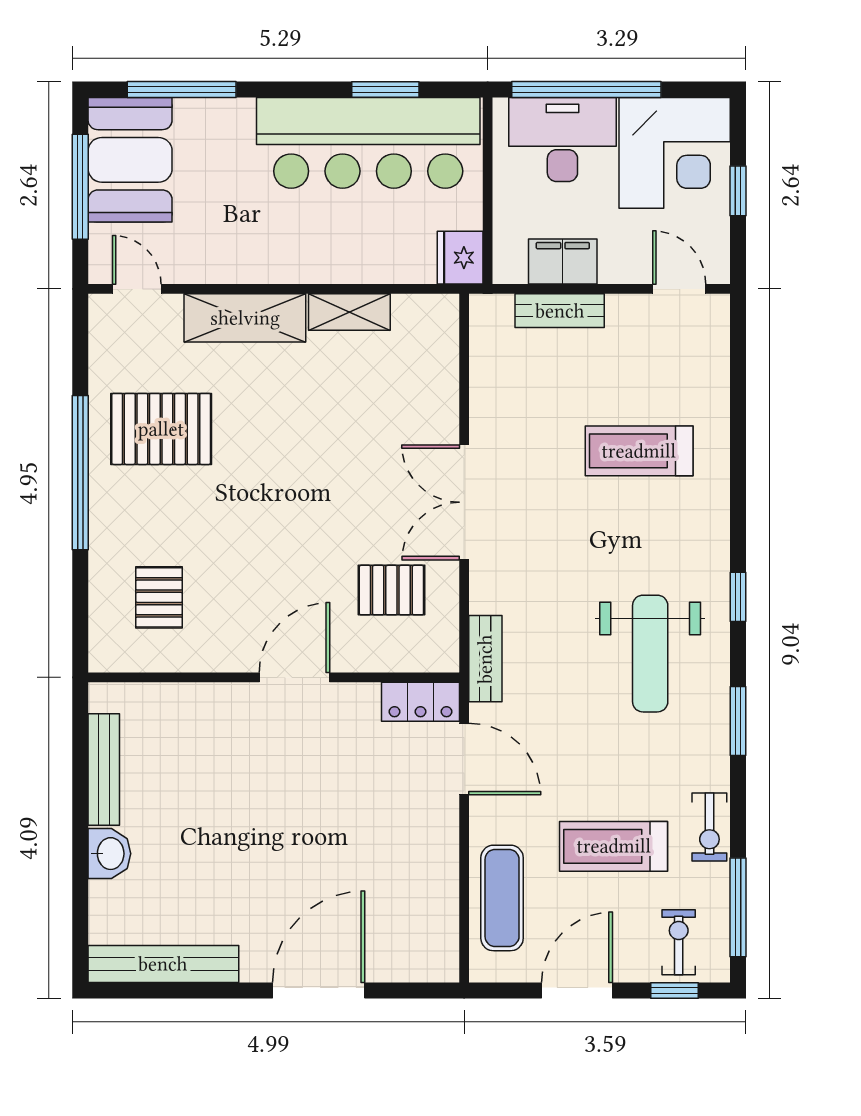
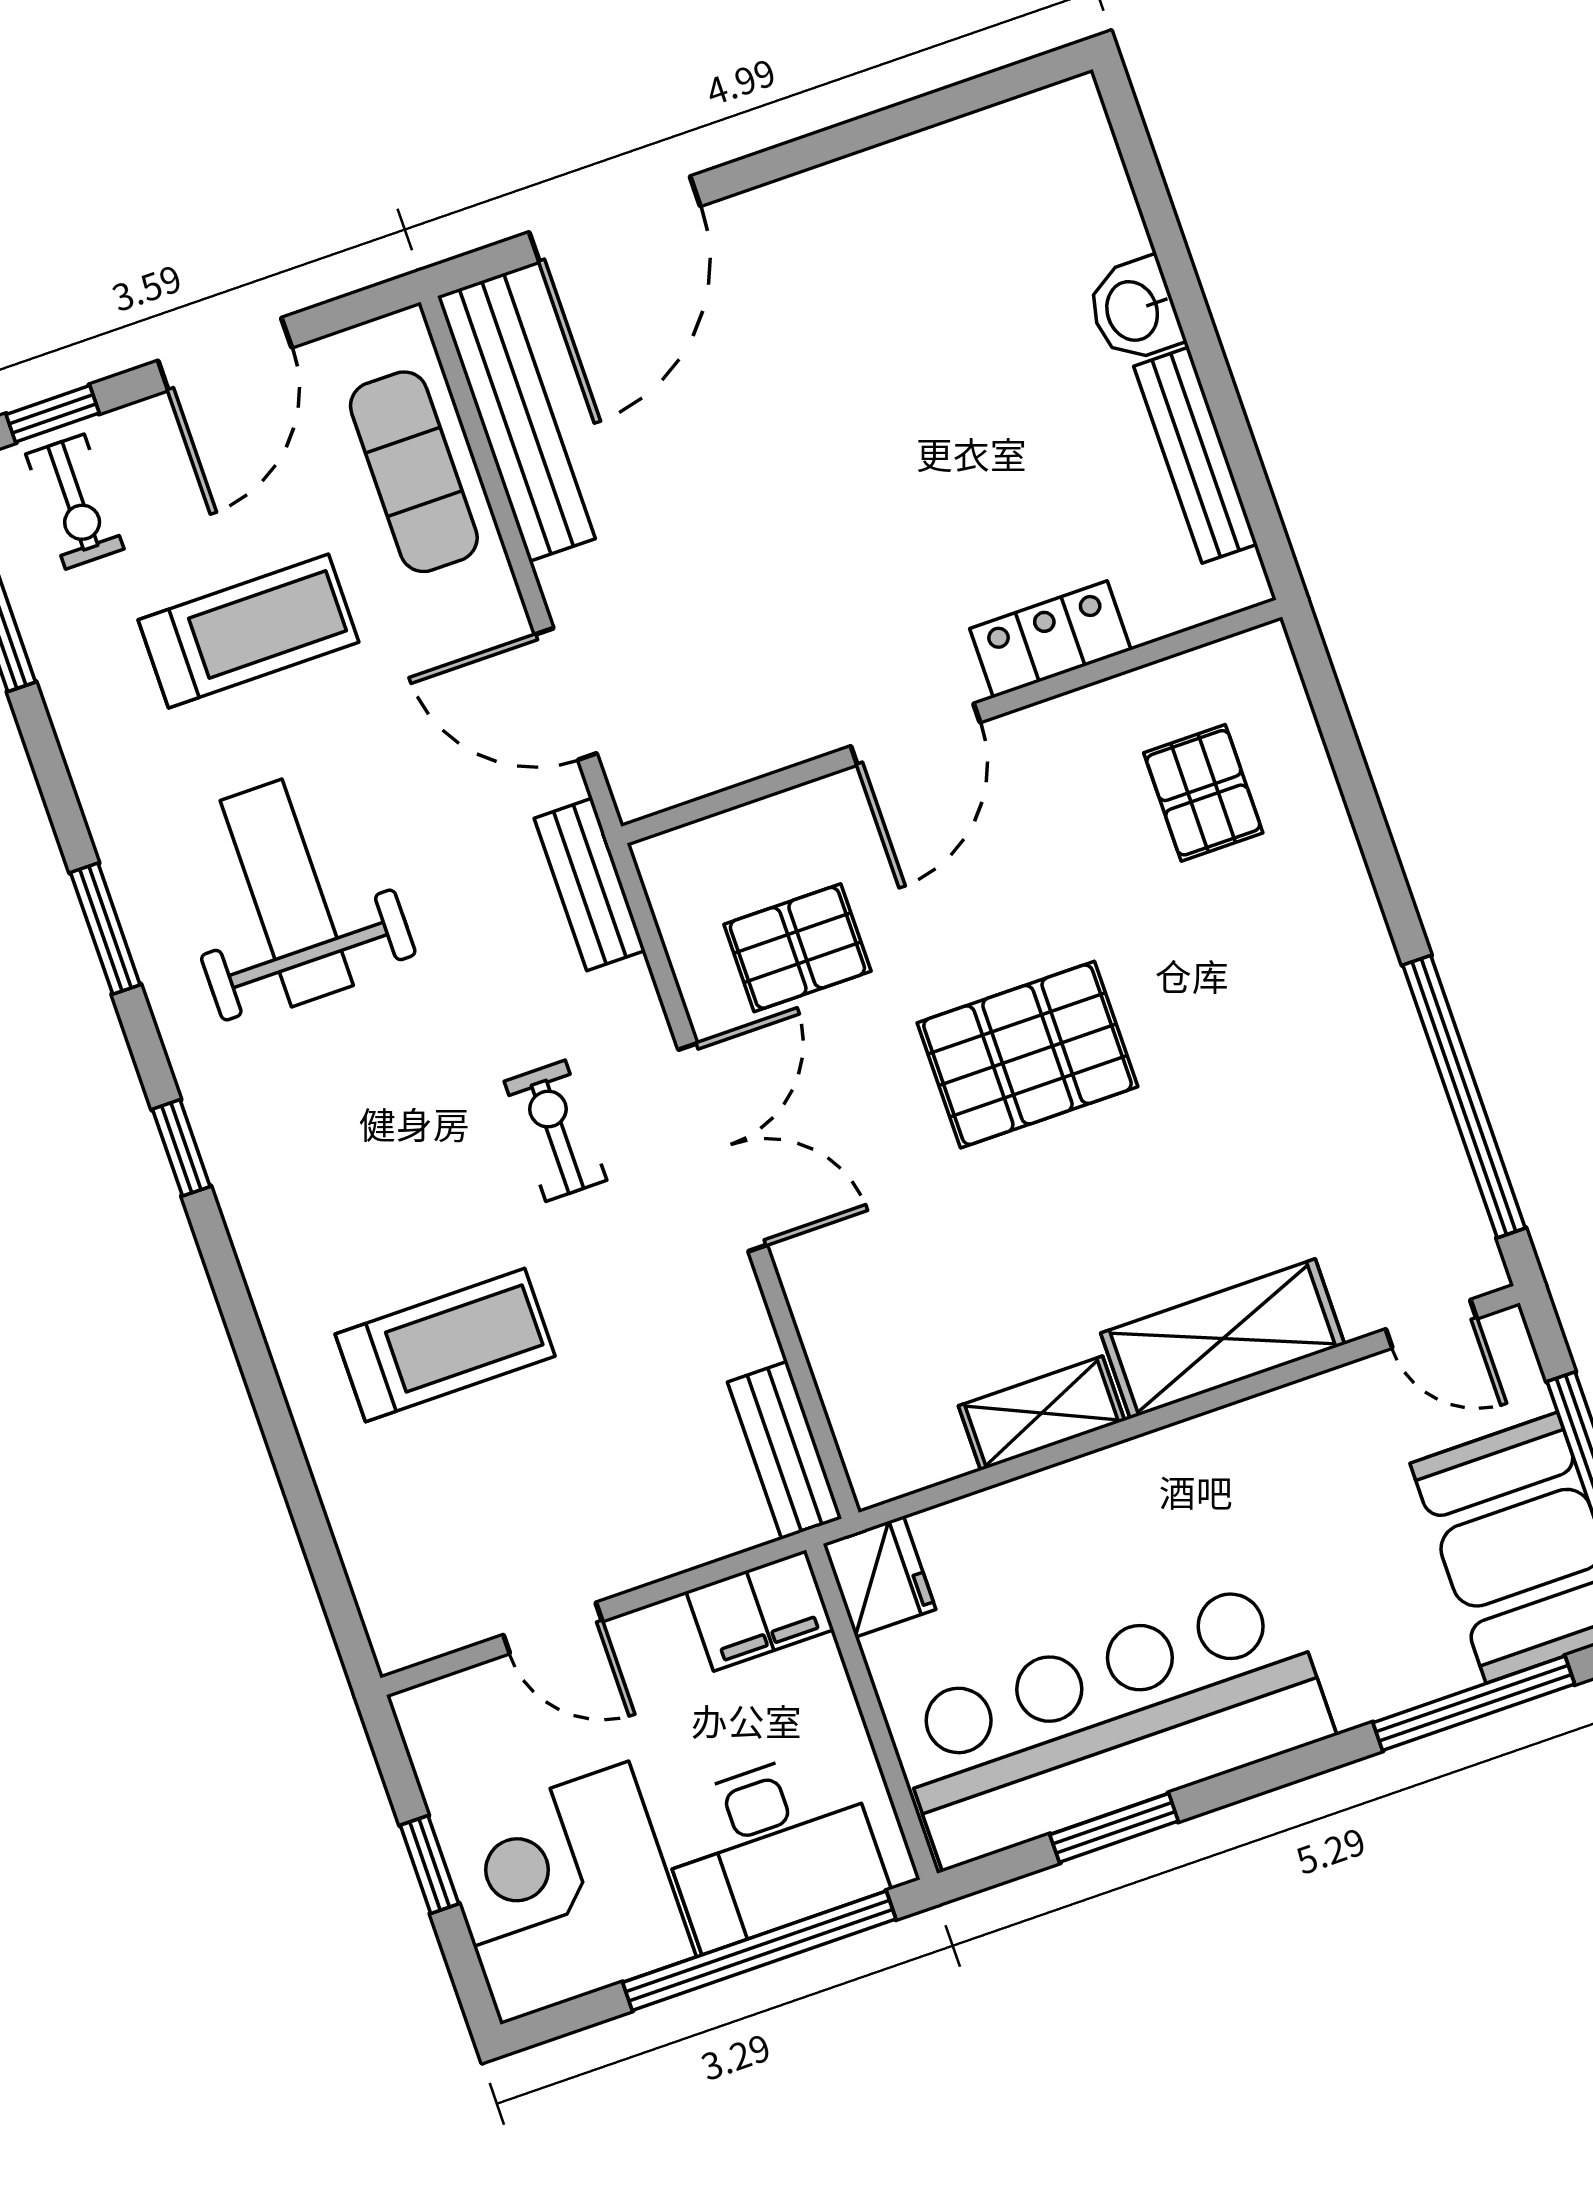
filing cabinet: (563, 261) -> (760, 1611), moved
door: (679, 289) -> (553, 1628), moved
bench: (560, 311) -> (785, 1450), moved, turned 90
pallet: (161, 429) -> (1027, 1055), moved
window: (80, 473) -> (1464, 1097), moved
weight bench: (650, 654) -> (287, 893), moved
locker: (420, 702) -> (1050, 639), moved
exercise bike: (709, 827) -> (555, 1131), moved
bench: (163, 964) -> (516, 417), moved, turned 90
door: (319, 991) -> (615, 219), moved

